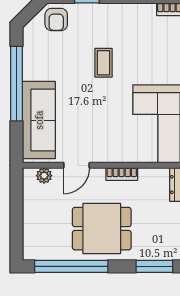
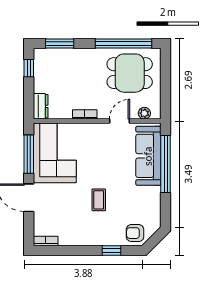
armchair: (56, 20) -> (135, 233), turned -90
window: (16, 84) -> (166, 164), moved
dining table: (102, 229) -> (130, 73), moved

